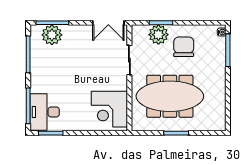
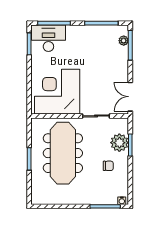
plant: (52, 35) -> (124, 41), width x0.53, depth x0.53
chair: (184, 47) -> (108, 166), width x0.54, depth x0.54
corner desk: (109, 109) -> (57, 92), width x1.36, depth x1.36

